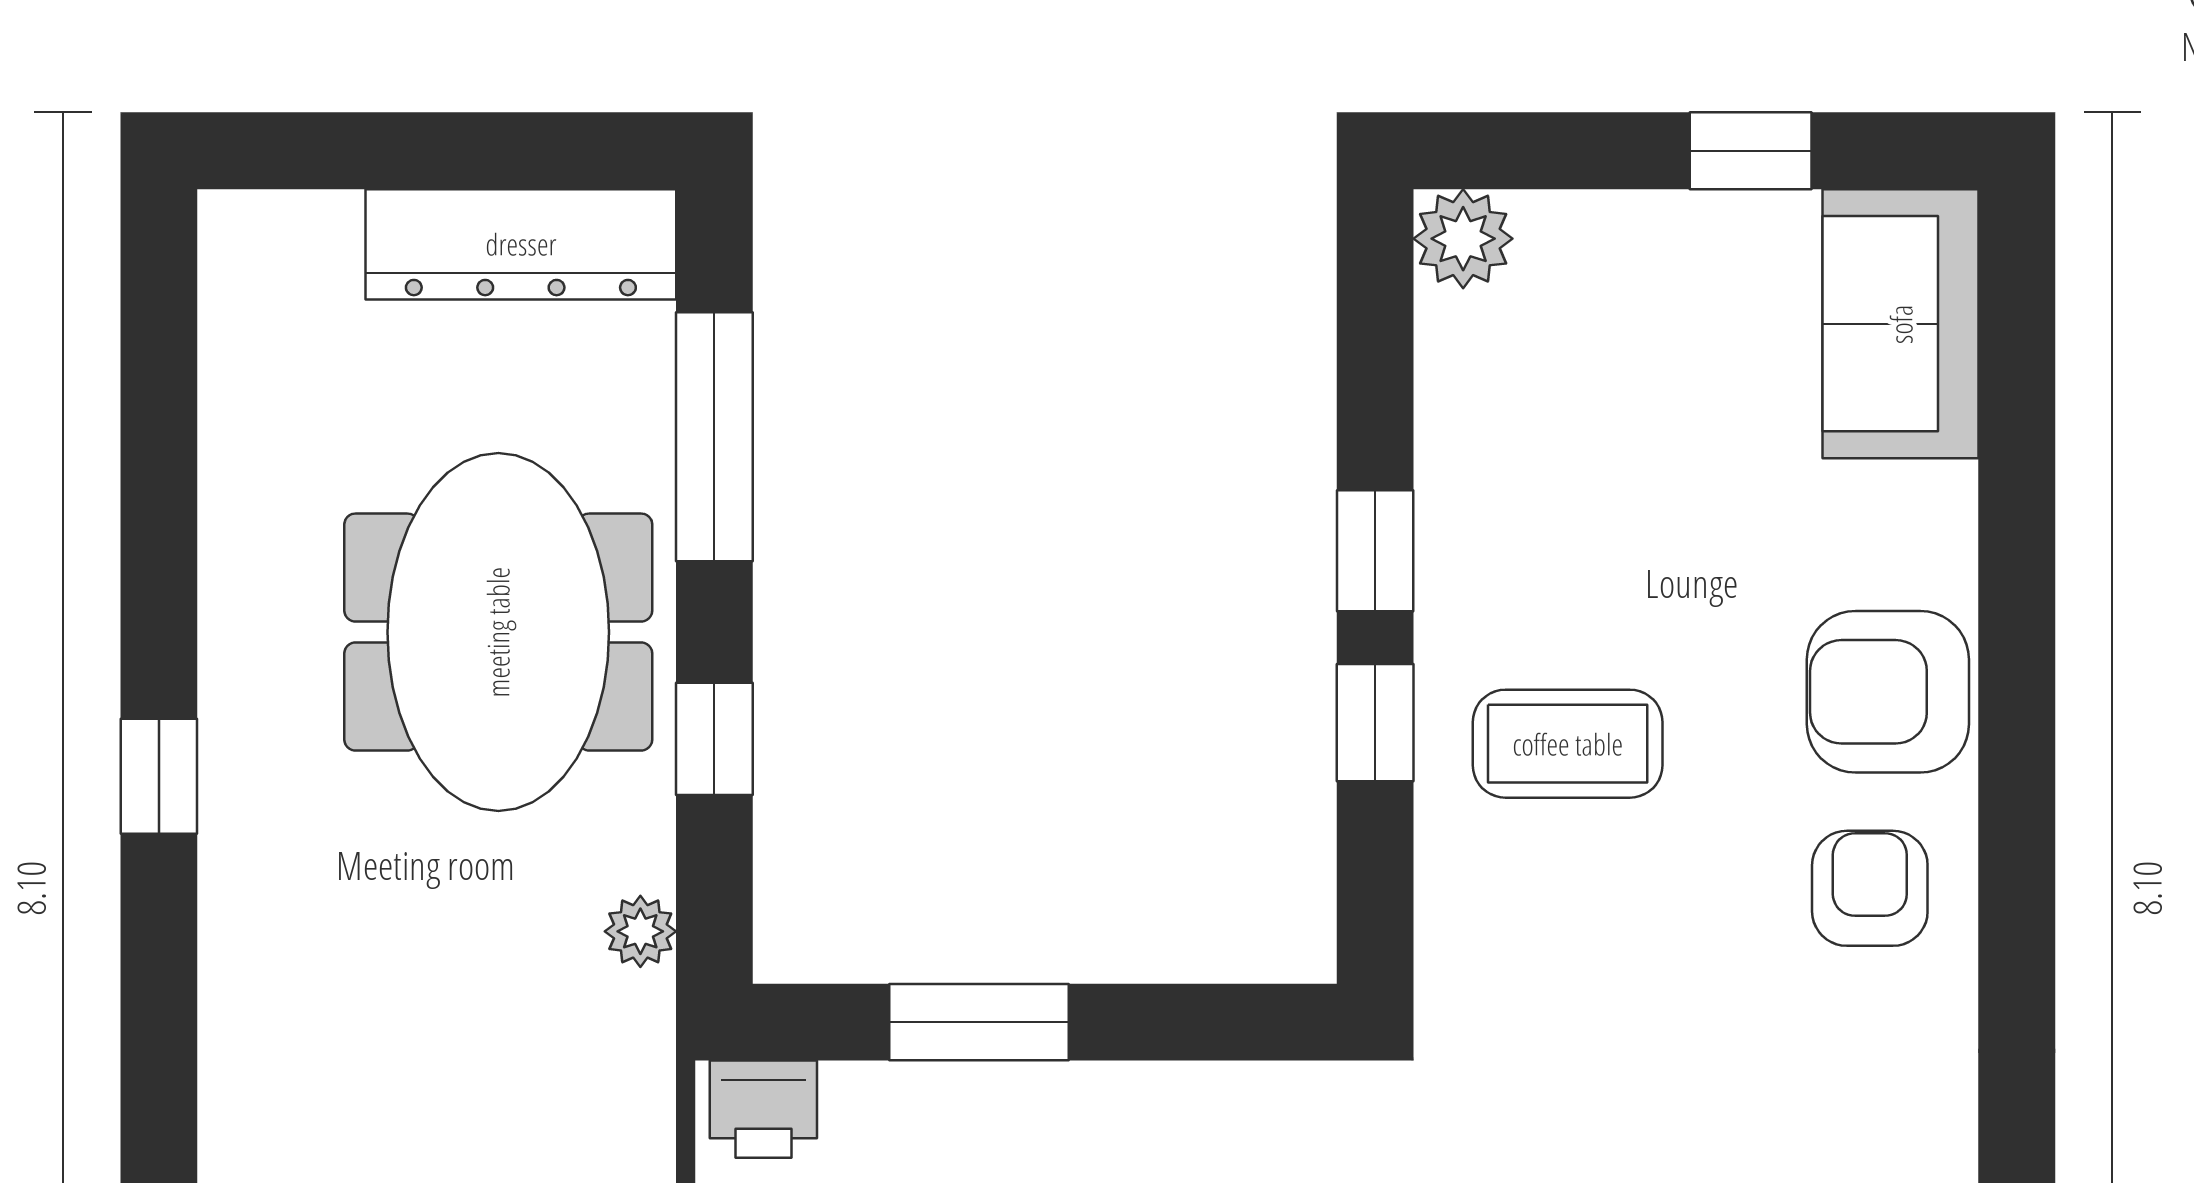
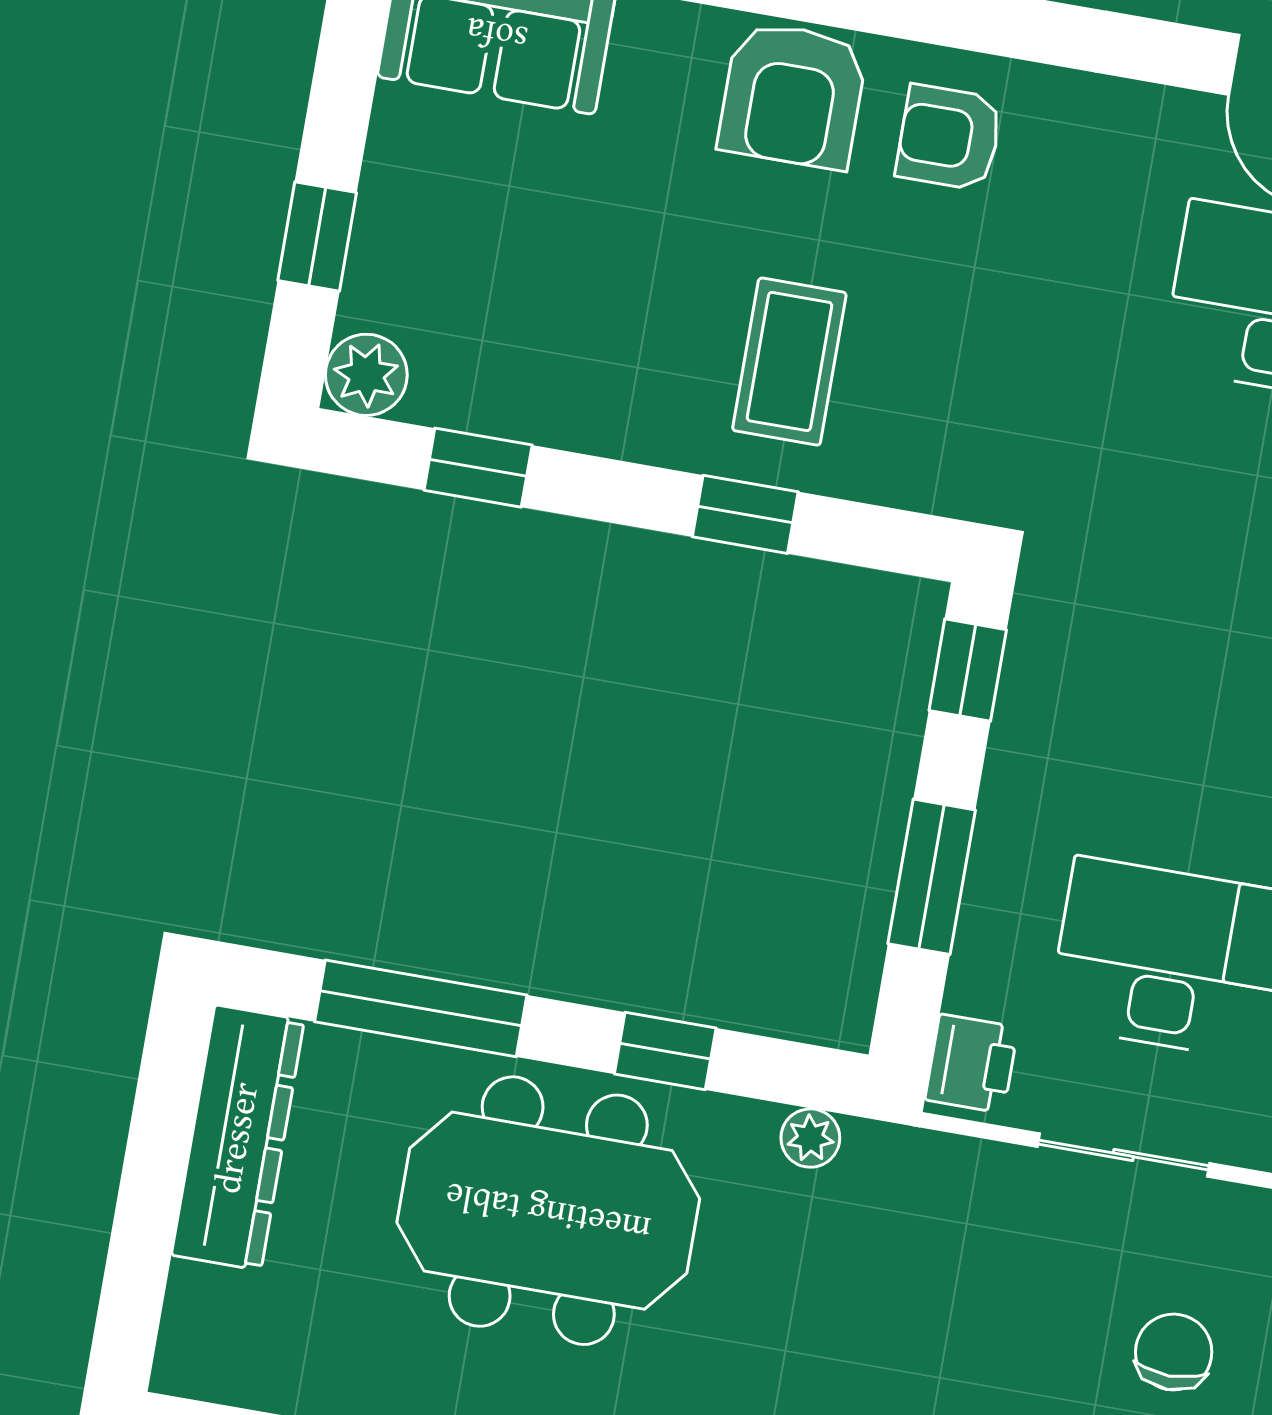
window: (1751, 151) -> (317, 236), moved
window: (1375, 551) -> (478, 468), moved
window: (1235, 1022) -> (968, 670), added

